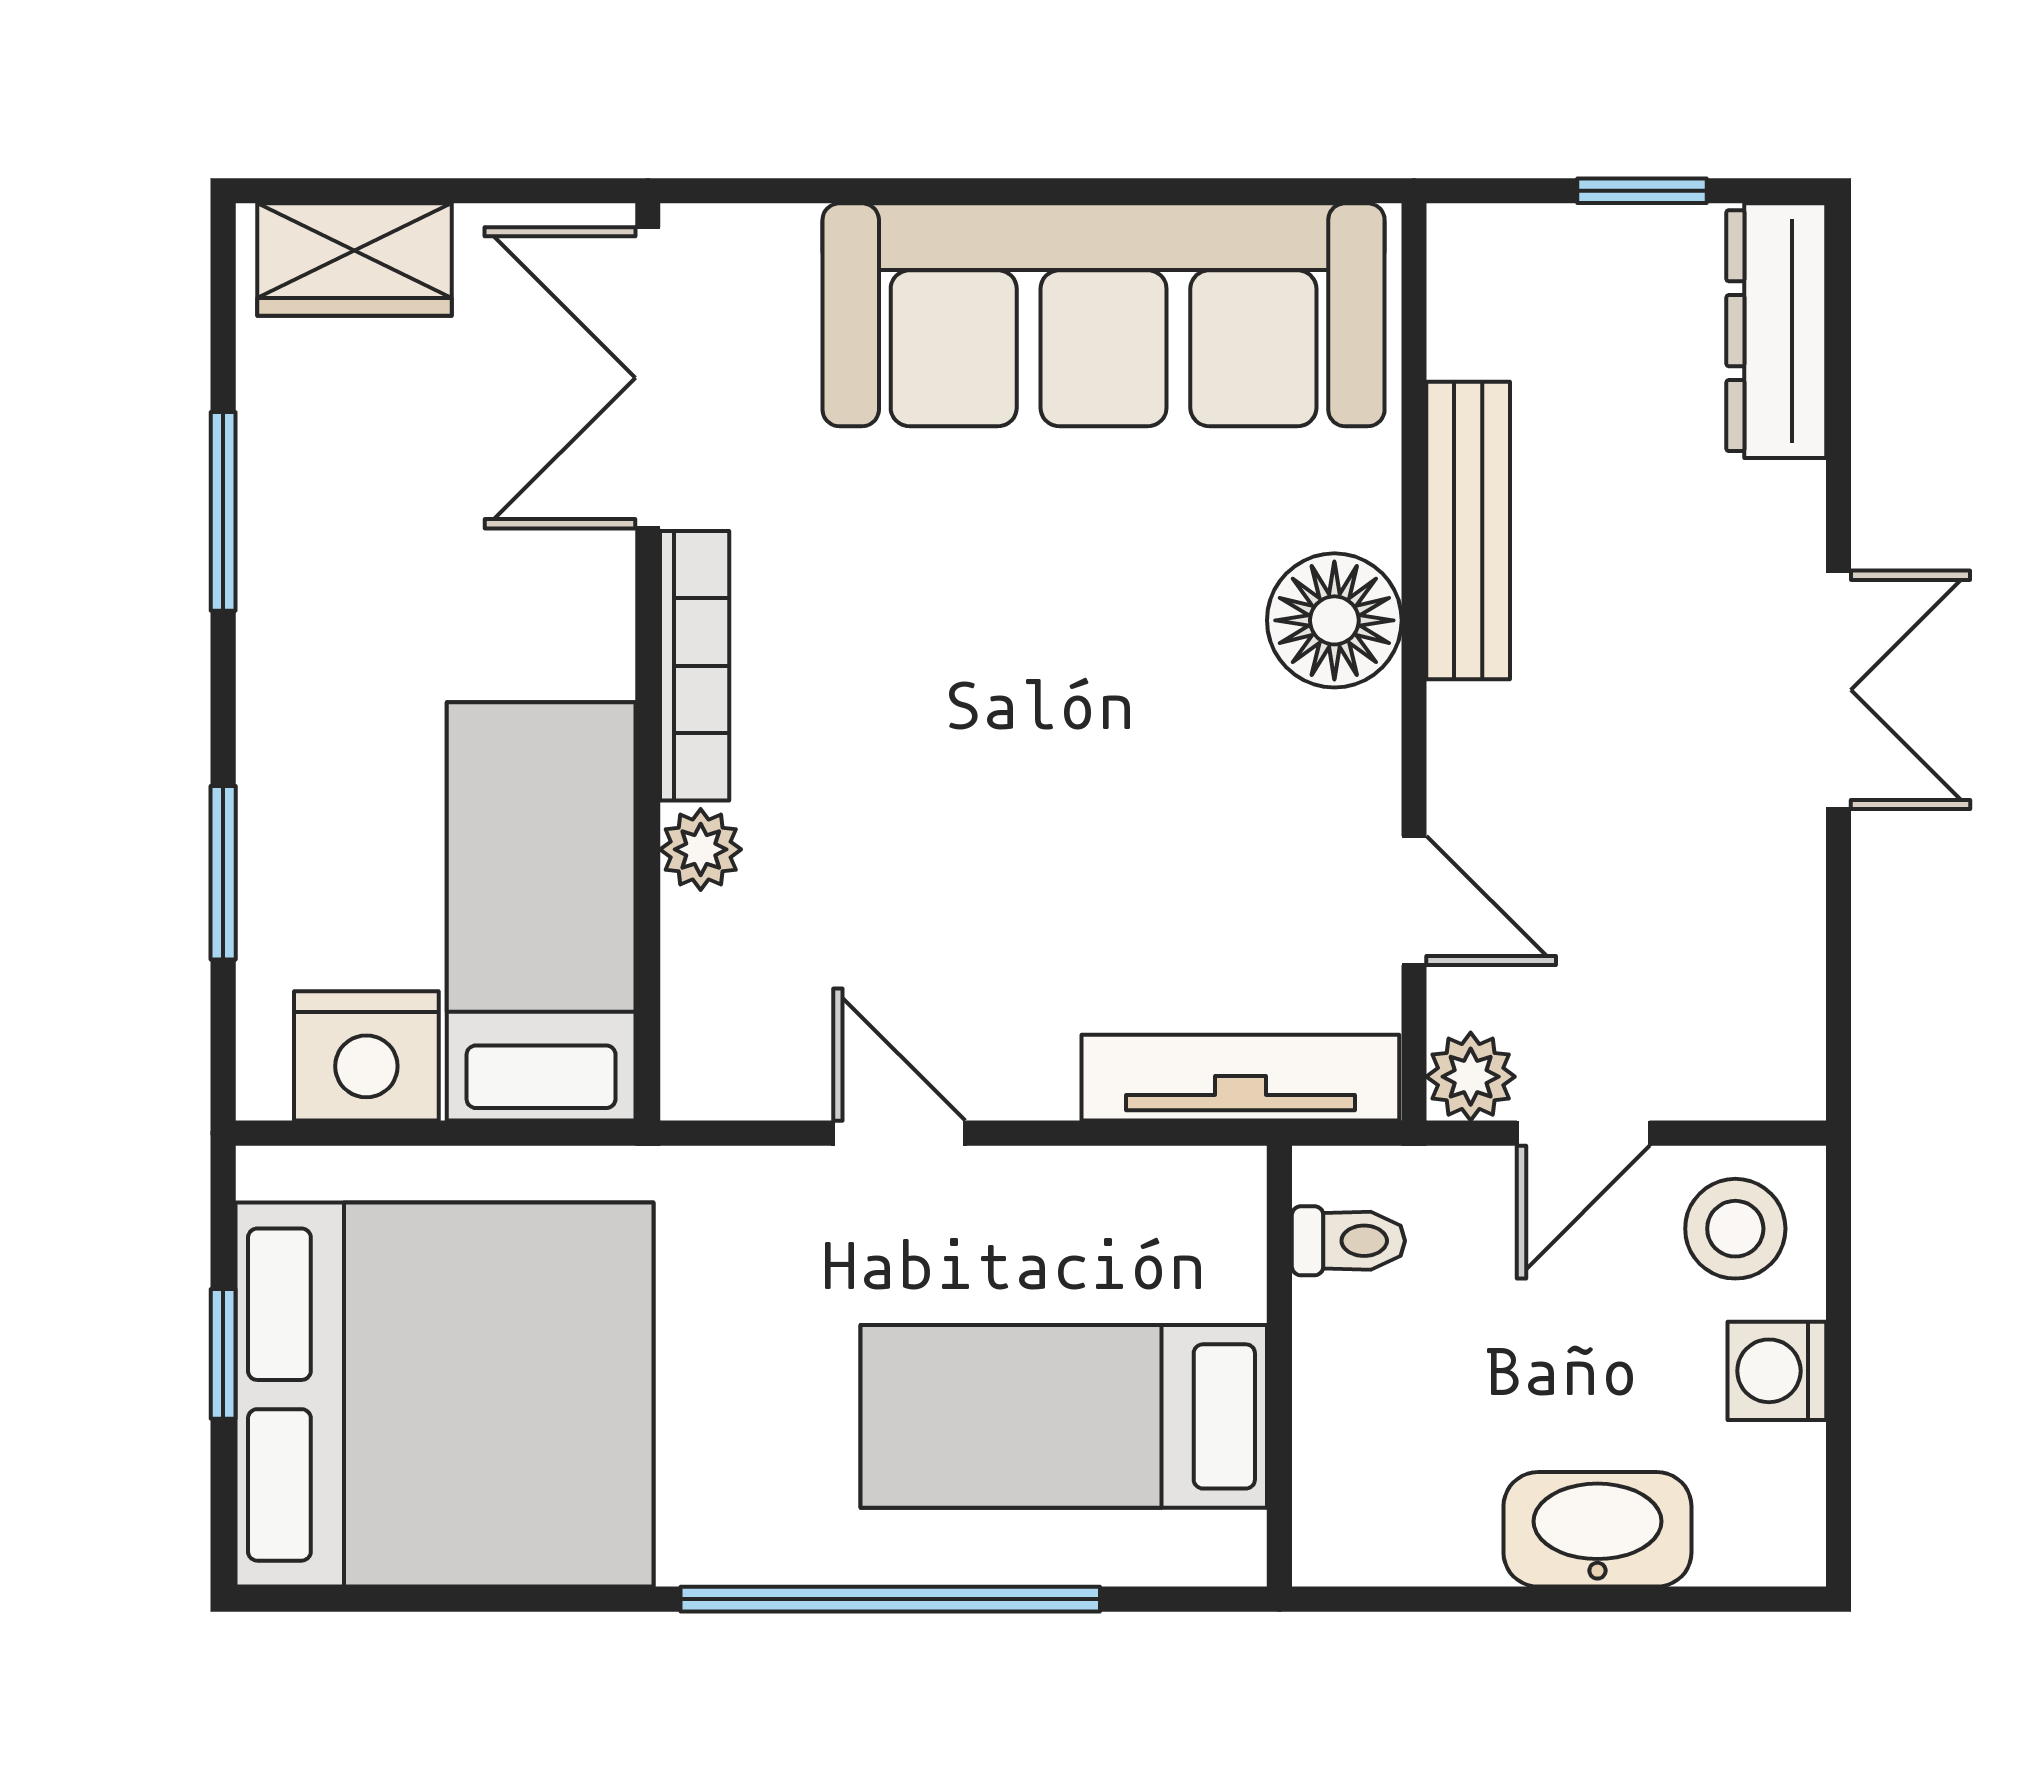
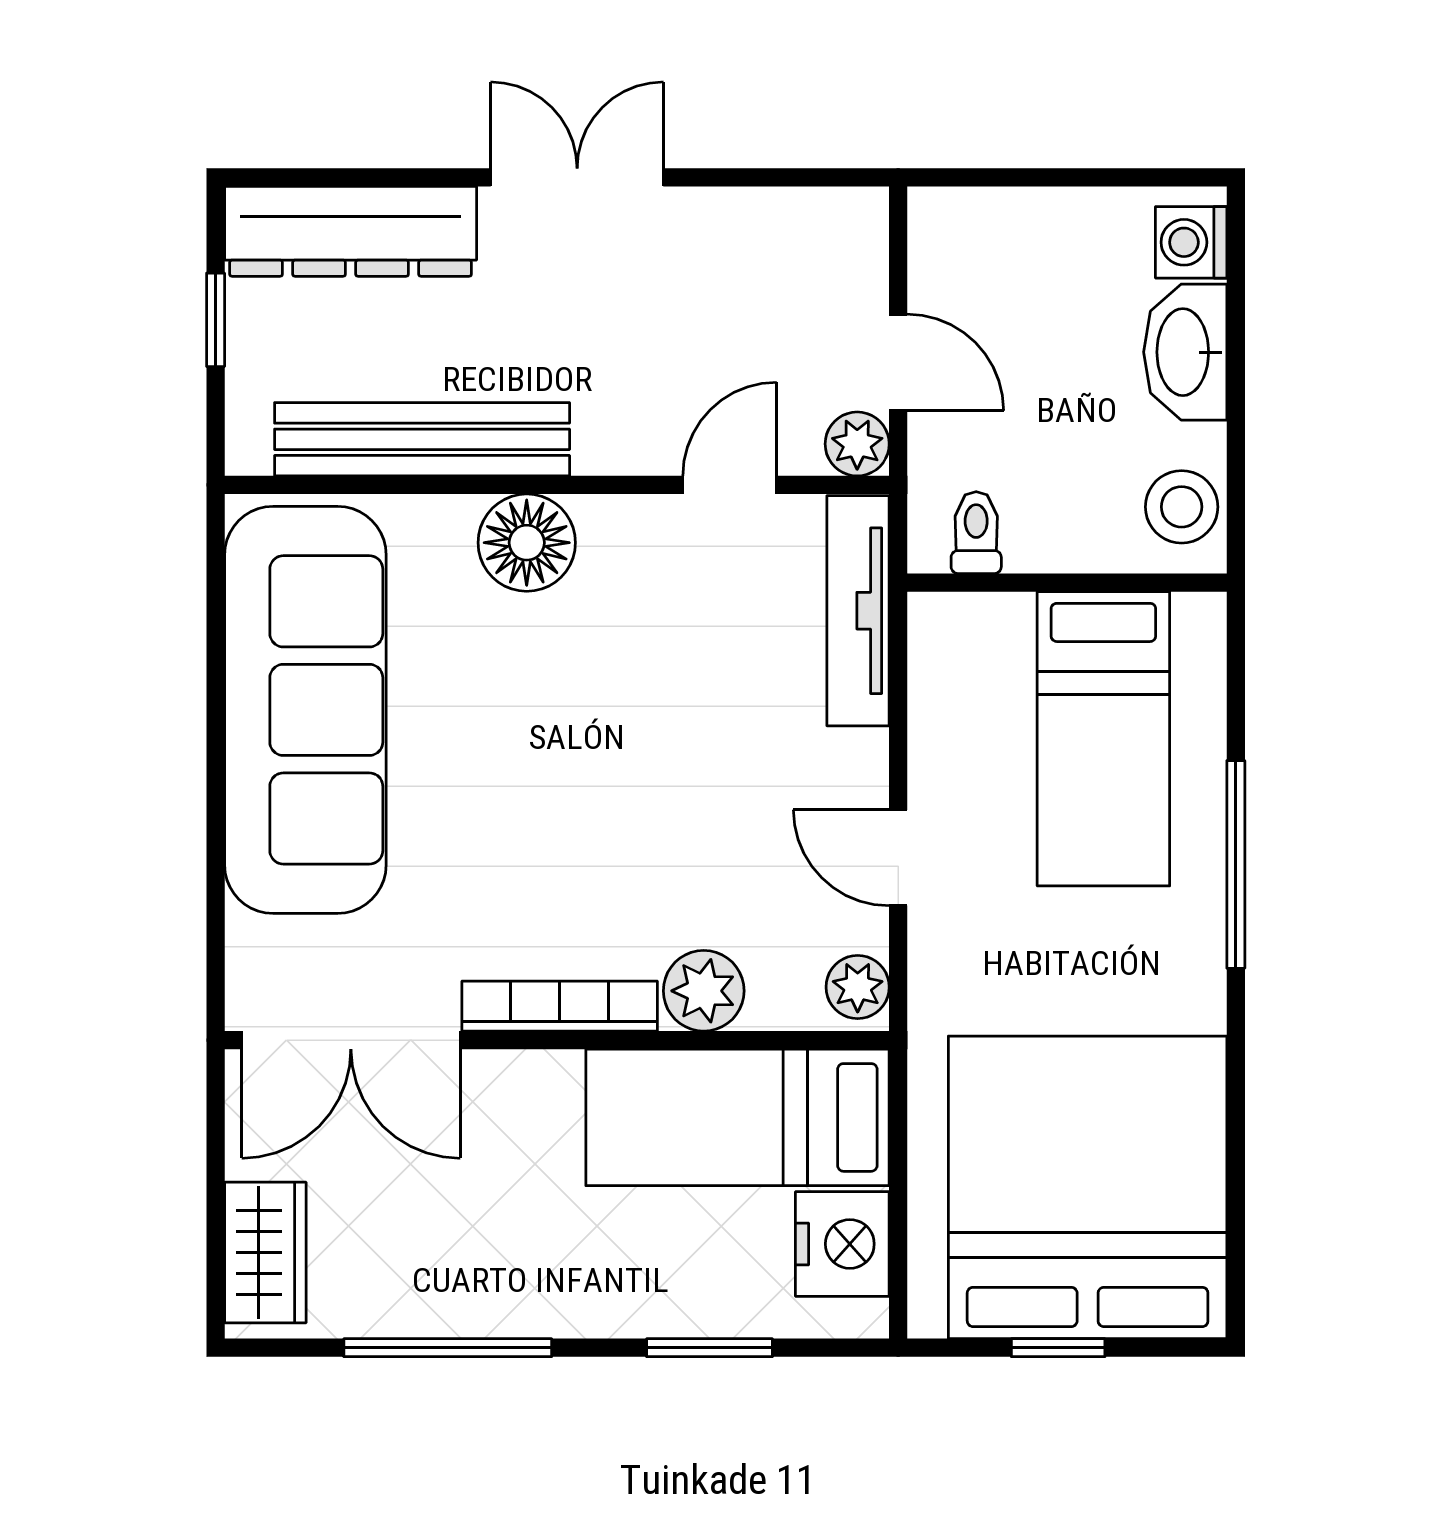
dresser: (1776, 331) -> (351, 231), width x1.37, depth x1.24
window: (223, 511) -> (448, 1348), width x1.44
bench: (1468, 531) -> (422, 439), width x1.37, depth x1.21
plant: (701, 849) -> (704, 991), width x1.38, depth x1.38
plant: (721, 1077) -> (858, 987), added
door: (899, 1133) -> (898, 858), hinge flipped
stool: (1735, 1229) -> (1182, 507), moved
washing machine: (1777, 1371) -> (1191, 242), moved, turned 90
window: (890, 1599) -> (1236, 864), width x0.68

